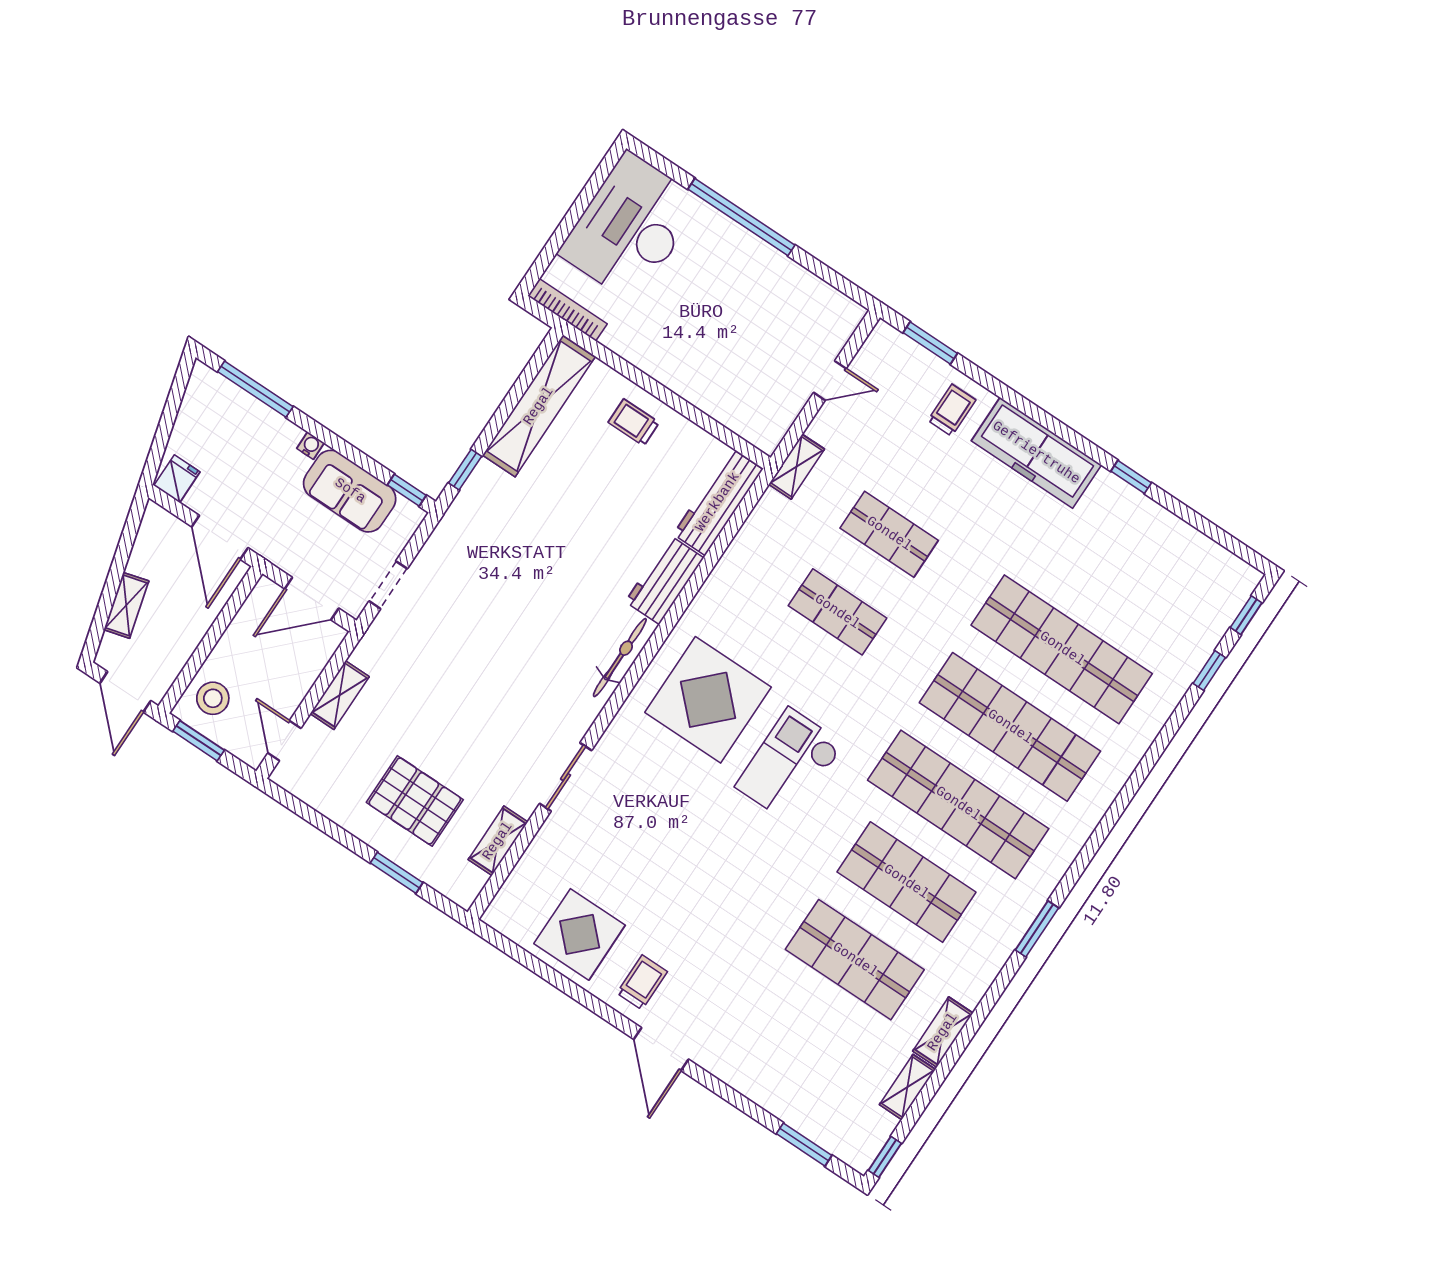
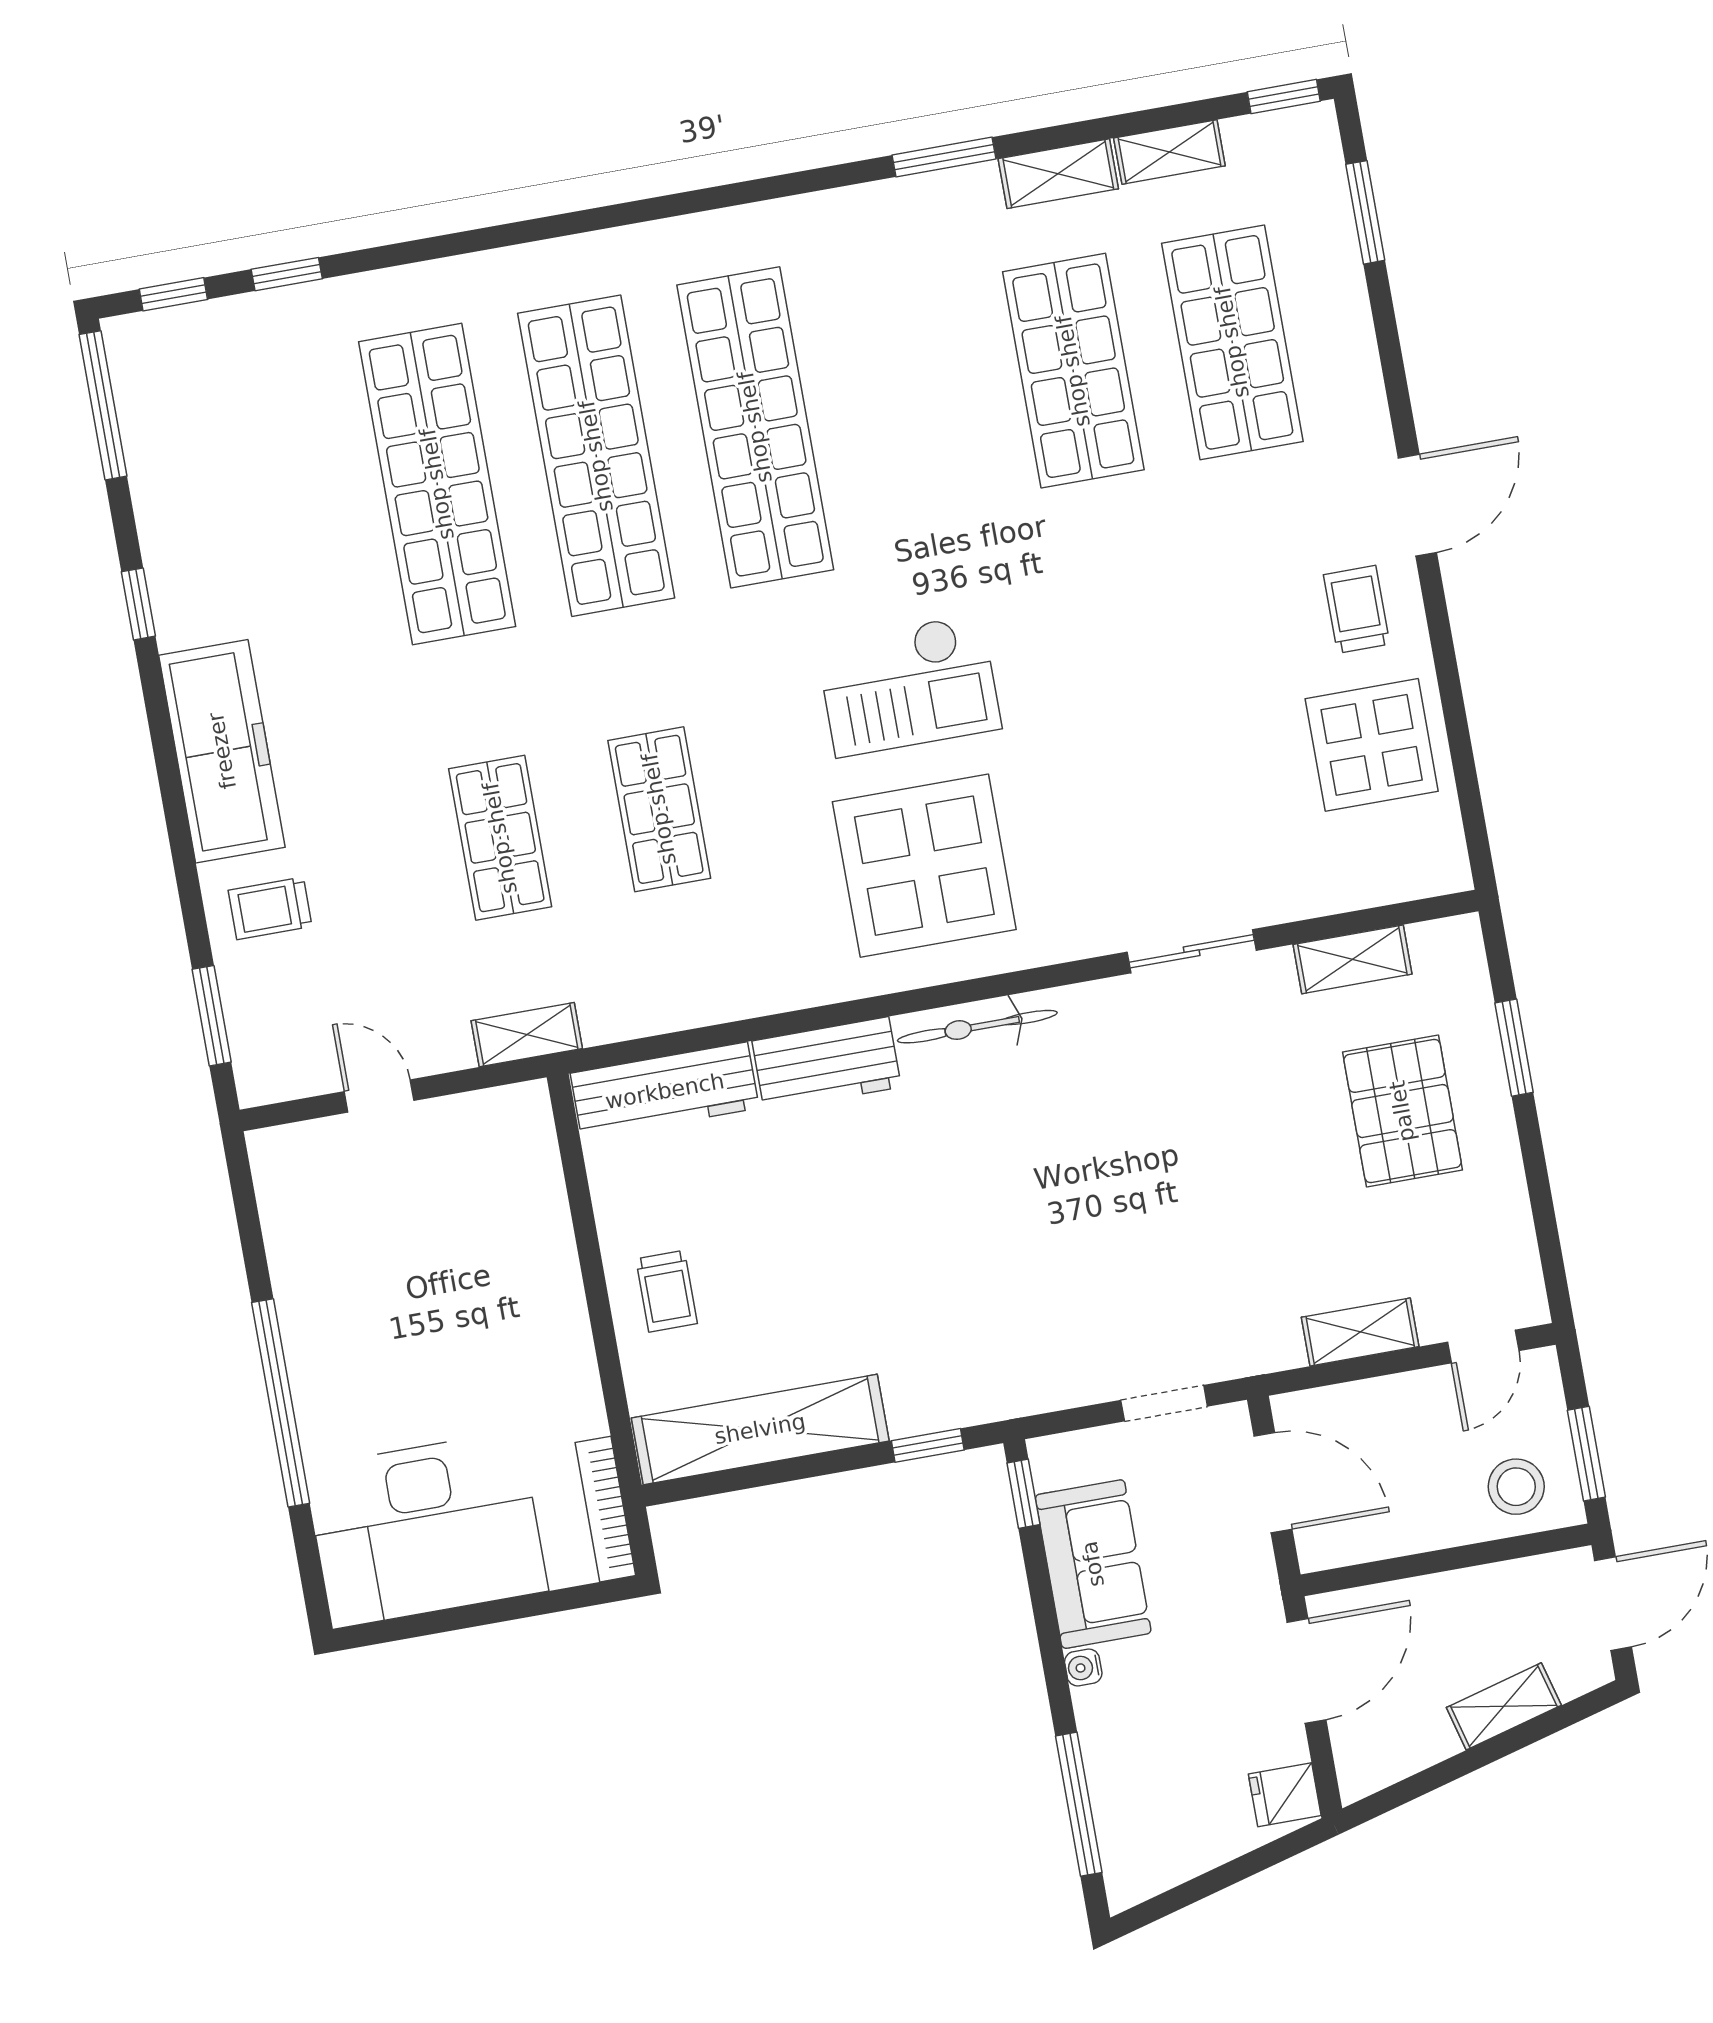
window: (1228, 542) -> (103, 405), added
shop shelf: (906, 882) -> (1232, 342), moved
window: (1037, 929) -> (944, 157), moved
trolley: (642, 982) -> (1357, 609), turned 90

